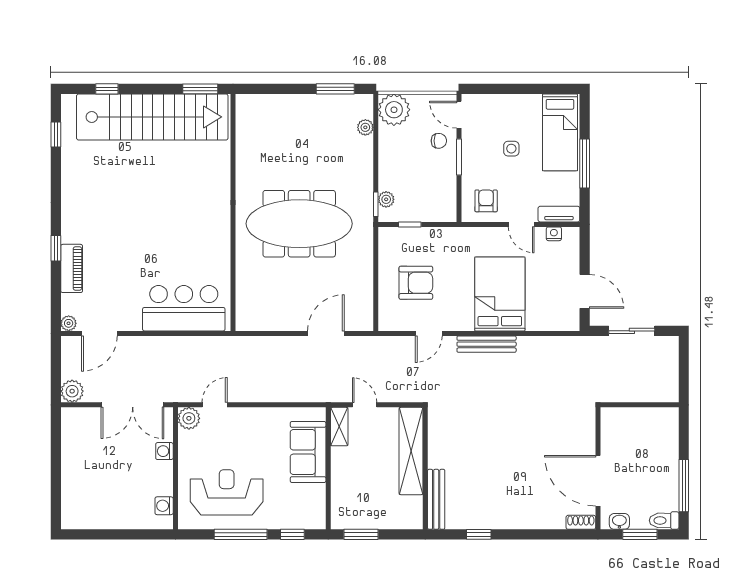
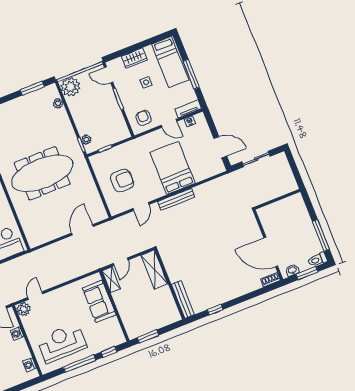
wardrobe: (508, 105) -> (134, 58), added
chair: (439, 141) -> (103, 94), removed
door: (365, 405) -> (121, 262), swing flipped
shelving: (411, 451) -> (154, 270), width x0.68

